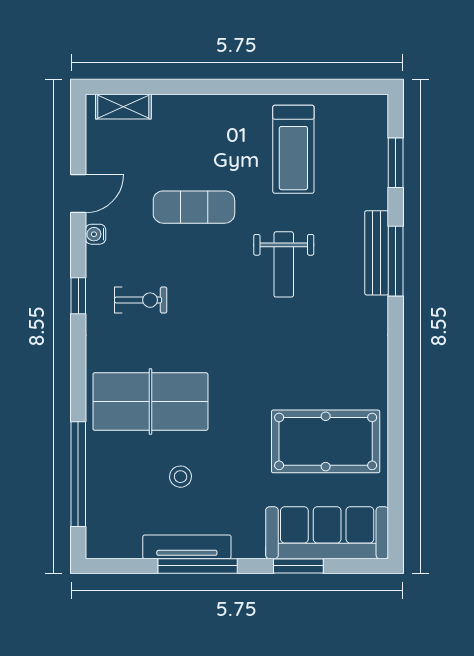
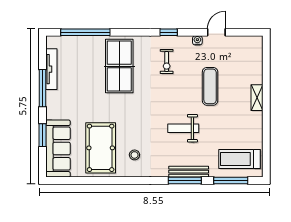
shelving: (123, 107) -> (257, 98), moved
treadmill: (293, 149) -> (240, 159), moved
window: (396, 163) -> (231, 181), width x1.44
door: (78, 194) -> (216, 32), swing flipped
stool: (181, 477) -> (134, 155), moved
tv unit: (187, 547) -> (51, 69), moved

